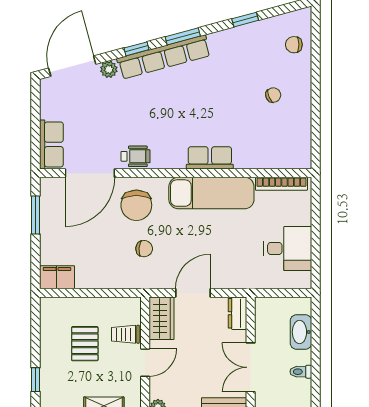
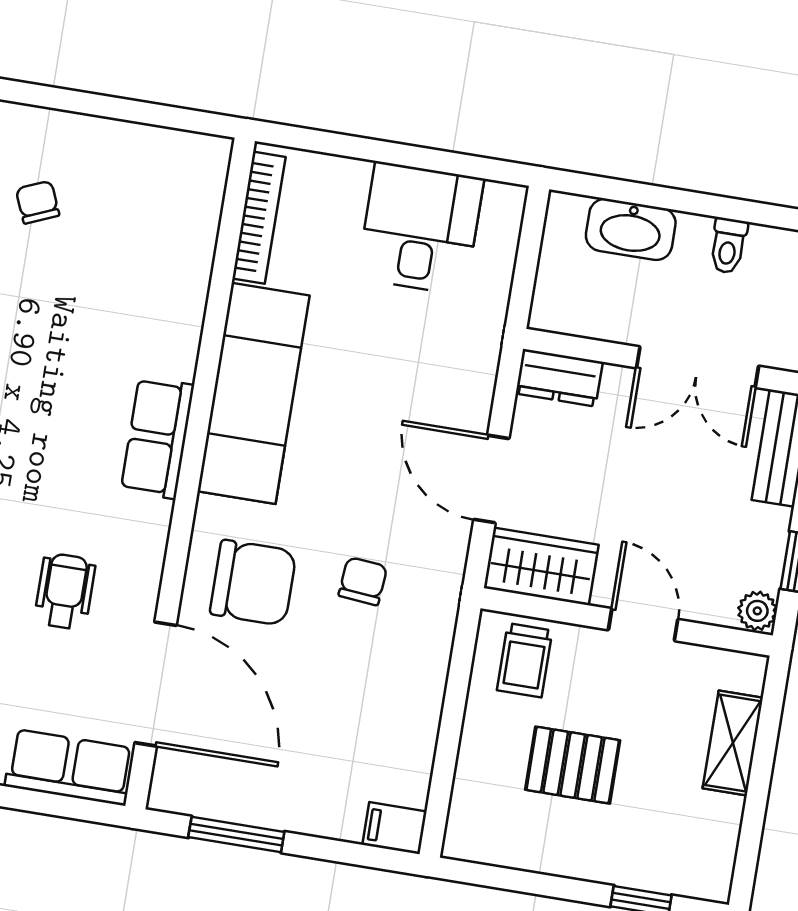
wheelchair: (136, 156) -> (65, 591), moved
row of seats: (210, 158) -> (157, 438), moved
filing cabinet: (57, 277) -> (394, 828), width x0.50
trolley: (125, 334) -> (525, 660), moved

